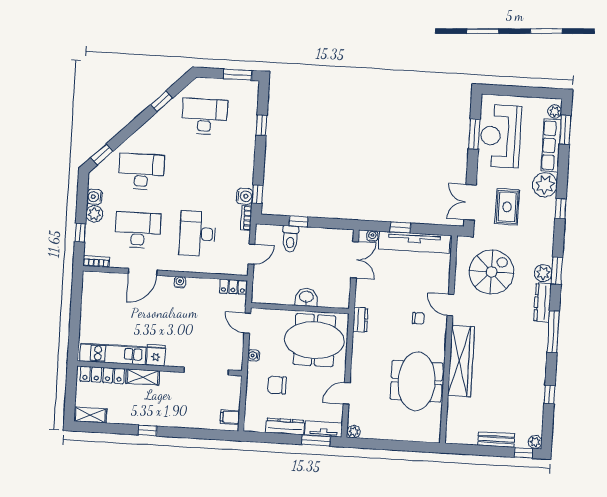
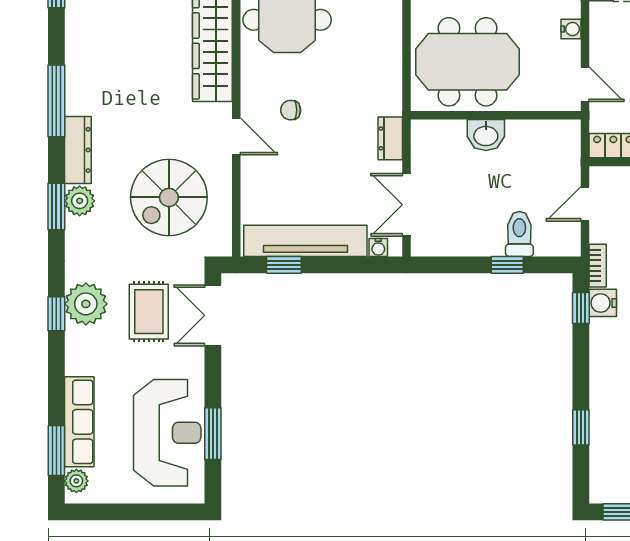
plant: (545, 185) -> (86, 304), moved
double door: (470, 202) -> (213, 315), swing flipped
window: (400, 227) -> (284, 265), moved
dresser: (360, 320) -> (390, 138), moved

